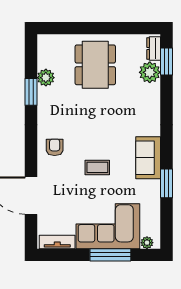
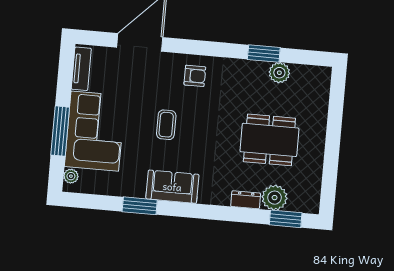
dresser: (154, 48) -> (246, 200), moved
dining table: (95, 65) -> (269, 140), moved

